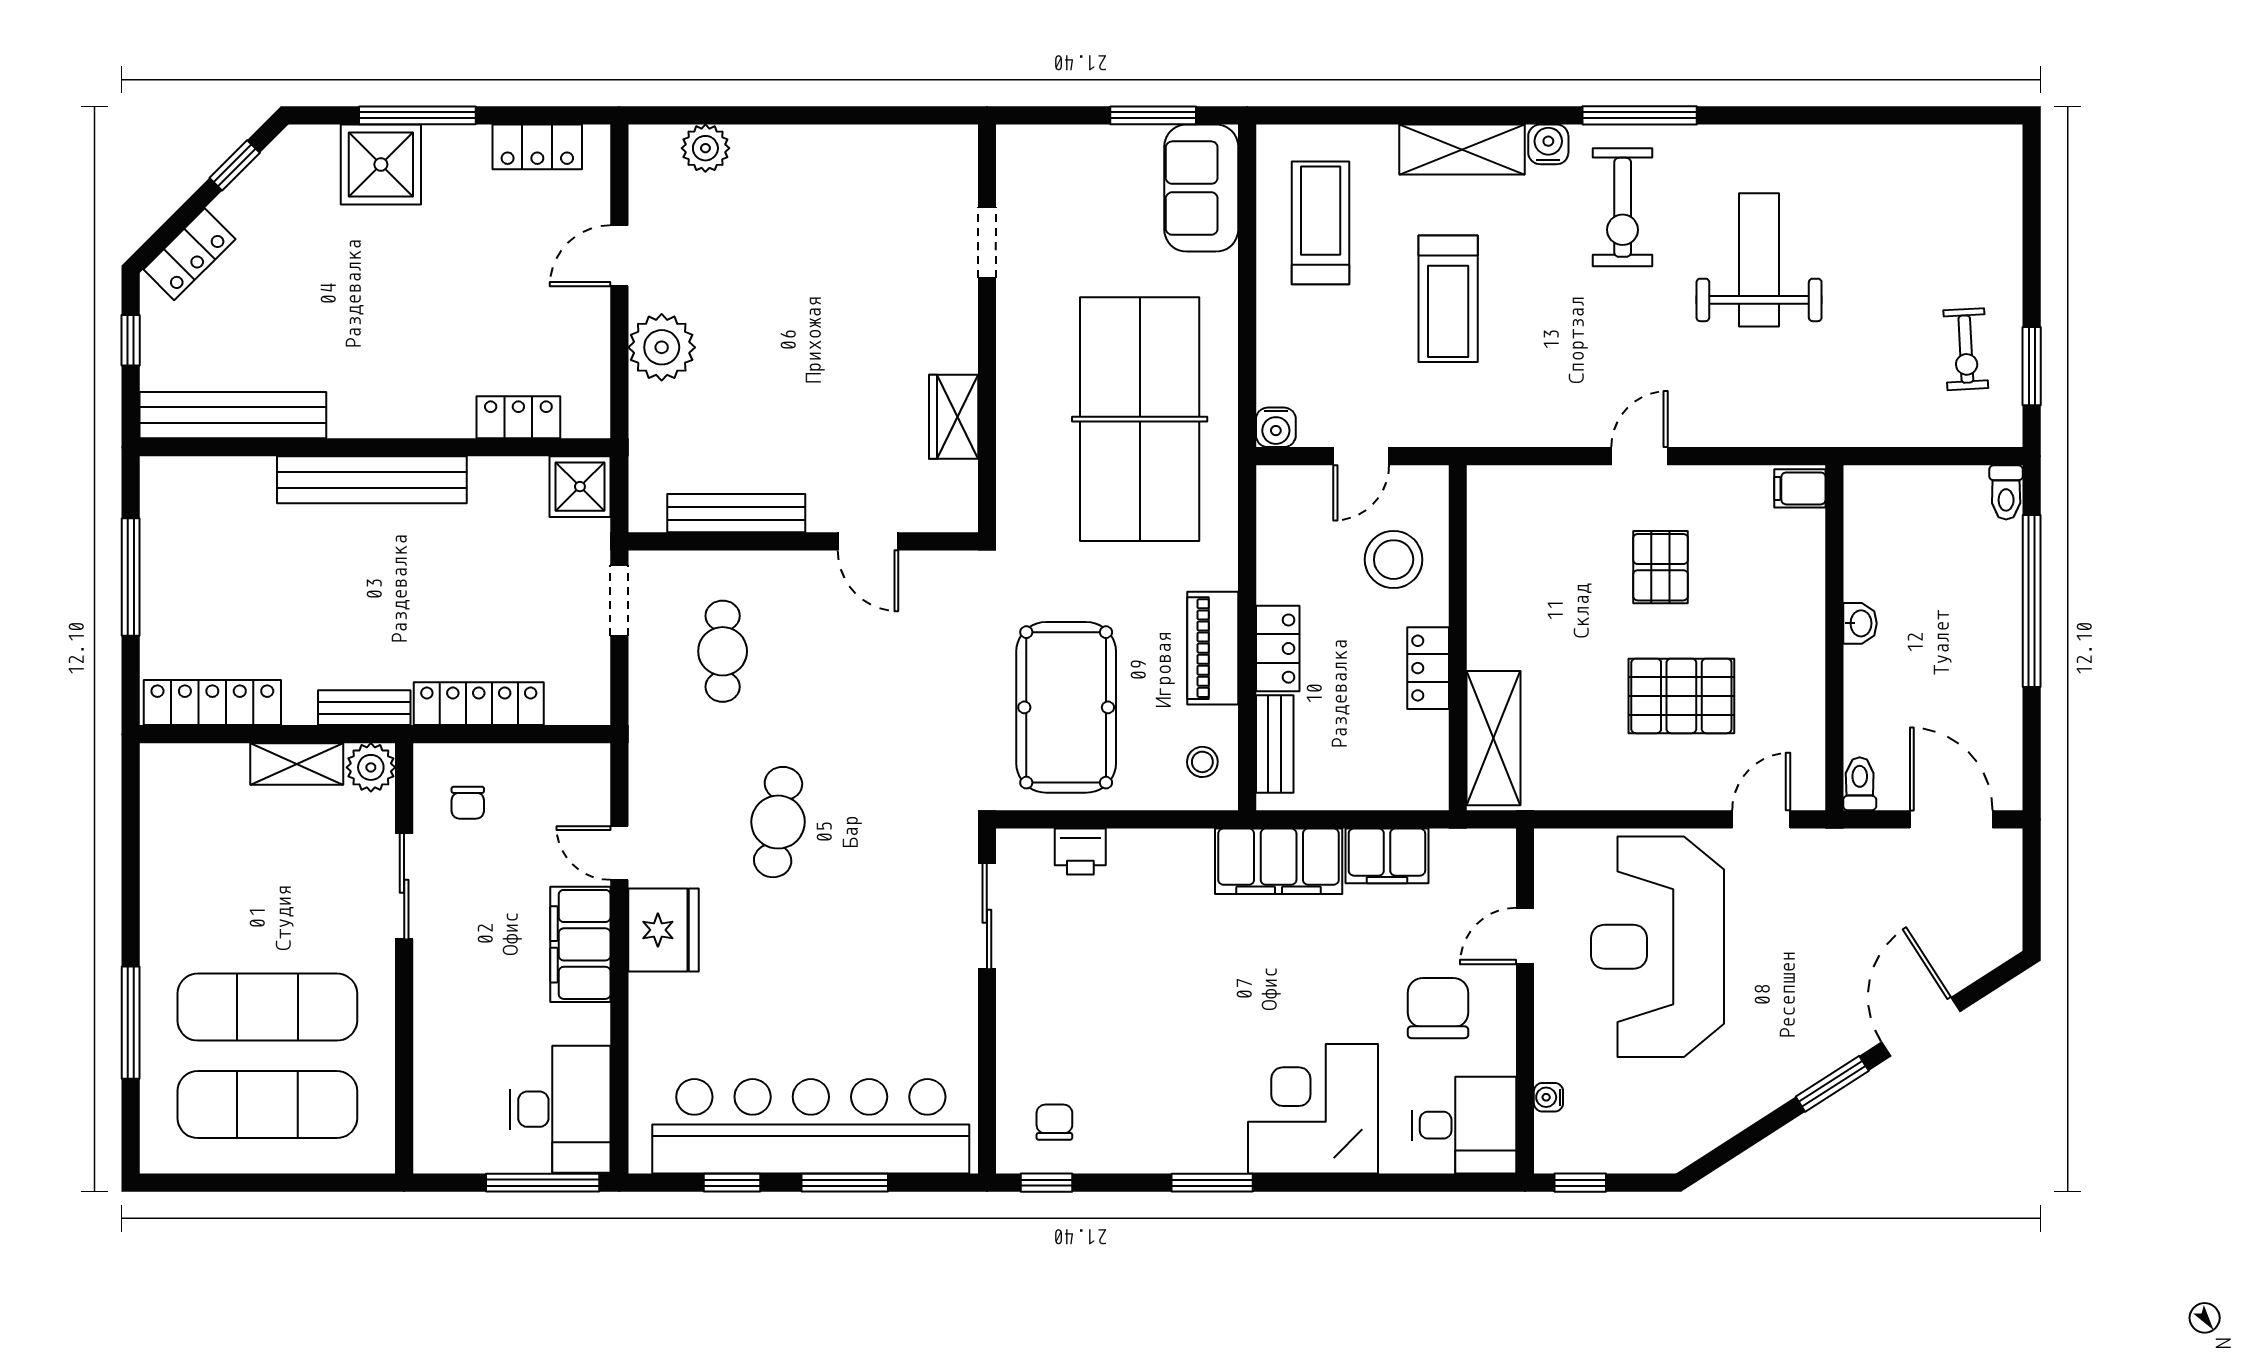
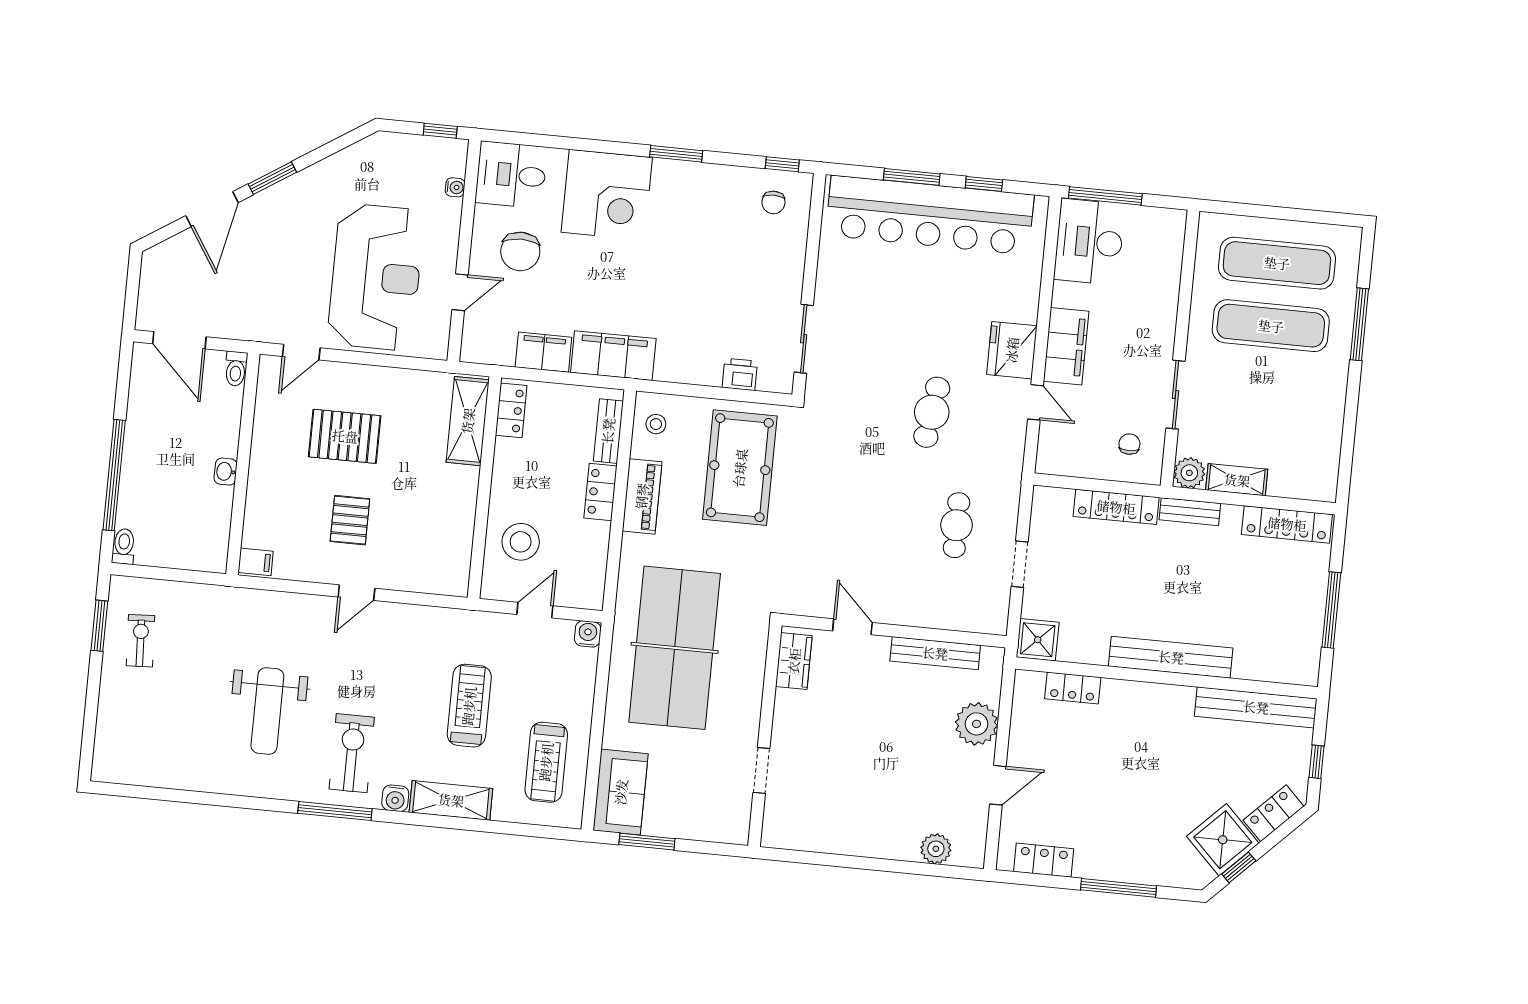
shower: (381, 164) -> (1223, 840), moved, turned 45
bench: (736, 513) -> (935, 653), moved
wall: (803, 541) -> (894, 631), moved
door: (868, 541) -> (852, 627), moved
locker: (1428, 668) -> (511, 410), moved

